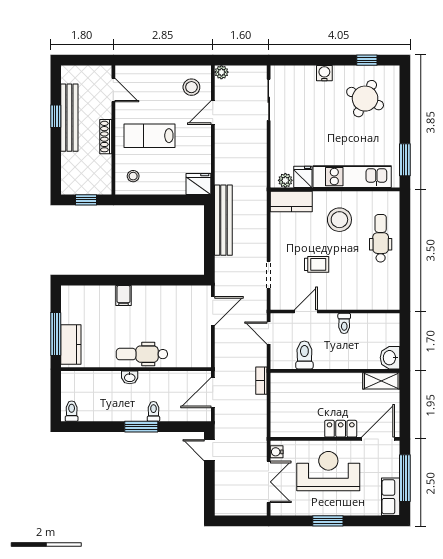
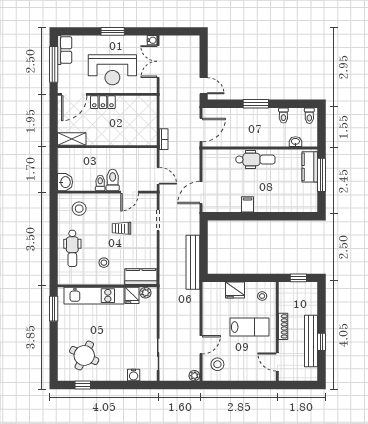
water cooler: (324, 73) -> (134, 375), moved
fridge: (198, 184) -> (235, 290), moved
stool: (339, 220) -> (104, 263), width x0.53, depth x0.53
stool: (372, 290) -> (79, 209), added
filing cabinet: (124, 295) -> (247, 204), moved
toilet: (304, 355) -> (113, 180), moved, turned 180
washbasin: (390, 358) -> (65, 182), moved
washbasin: (130, 377) -> (295, 142), moved
toilet: (153, 411) -> (283, 115), moved
water cooler: (277, 452) -> (152, 40), moved

